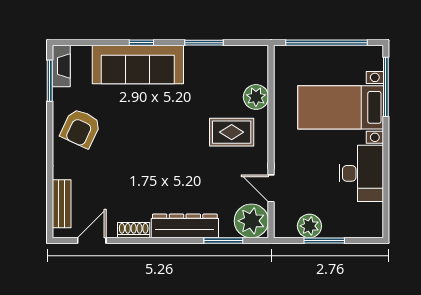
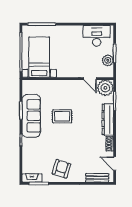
sofa: (138, 65) -> (31, 116), moved
plant: (256, 97) -> (47, 86), removed
bed with nightstands: (341, 107) -> (39, 57), moved, turned 180
armchair: (81, 128) -> (61, 169), turned -97
rug: (232, 132) -> (62, 116), moved, turned 90
desk: (361, 173) -> (97, 36), moved
door: (271, 188) -> (90, 79), hinge flipped

